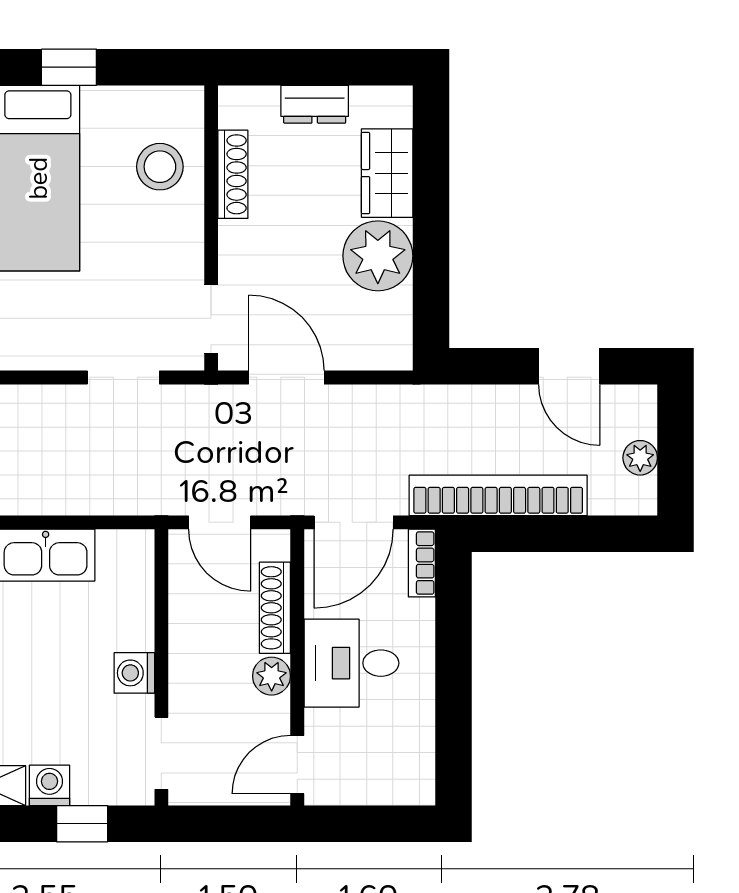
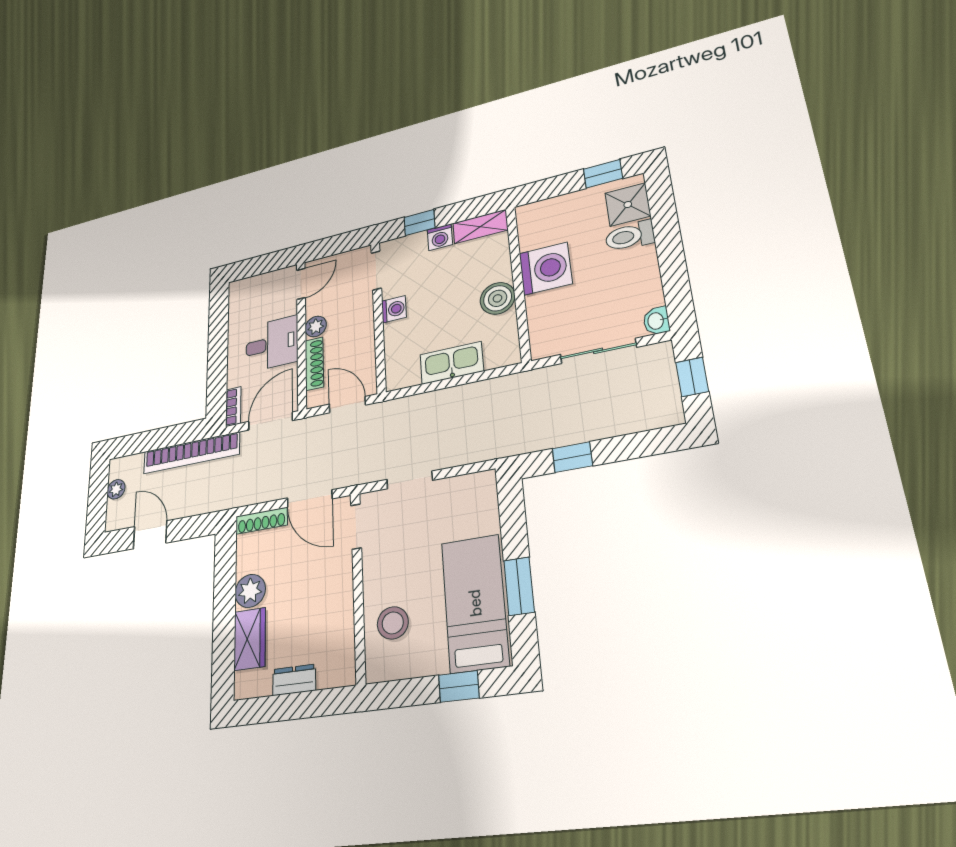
shoe rack: (233, 174) -> (261, 521), moved, turned -90
plant: (378, 256) -> (250, 591), width x0.73, depth x0.73

